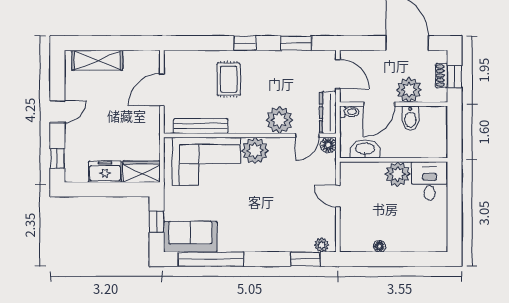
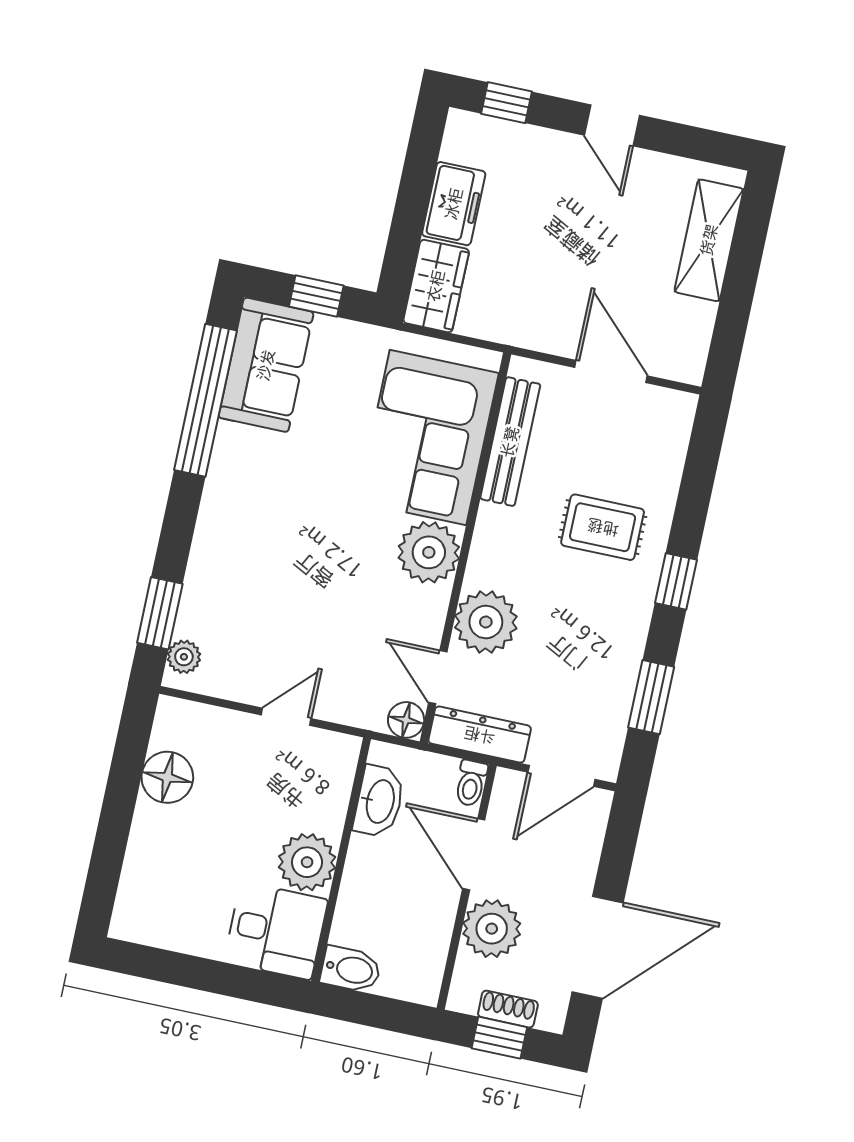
bidet: (410, 118) -> (351, 969), moved, turned 180
floor lamp: (380, 246) -> (167, 777), width x1.89, depth x1.89

